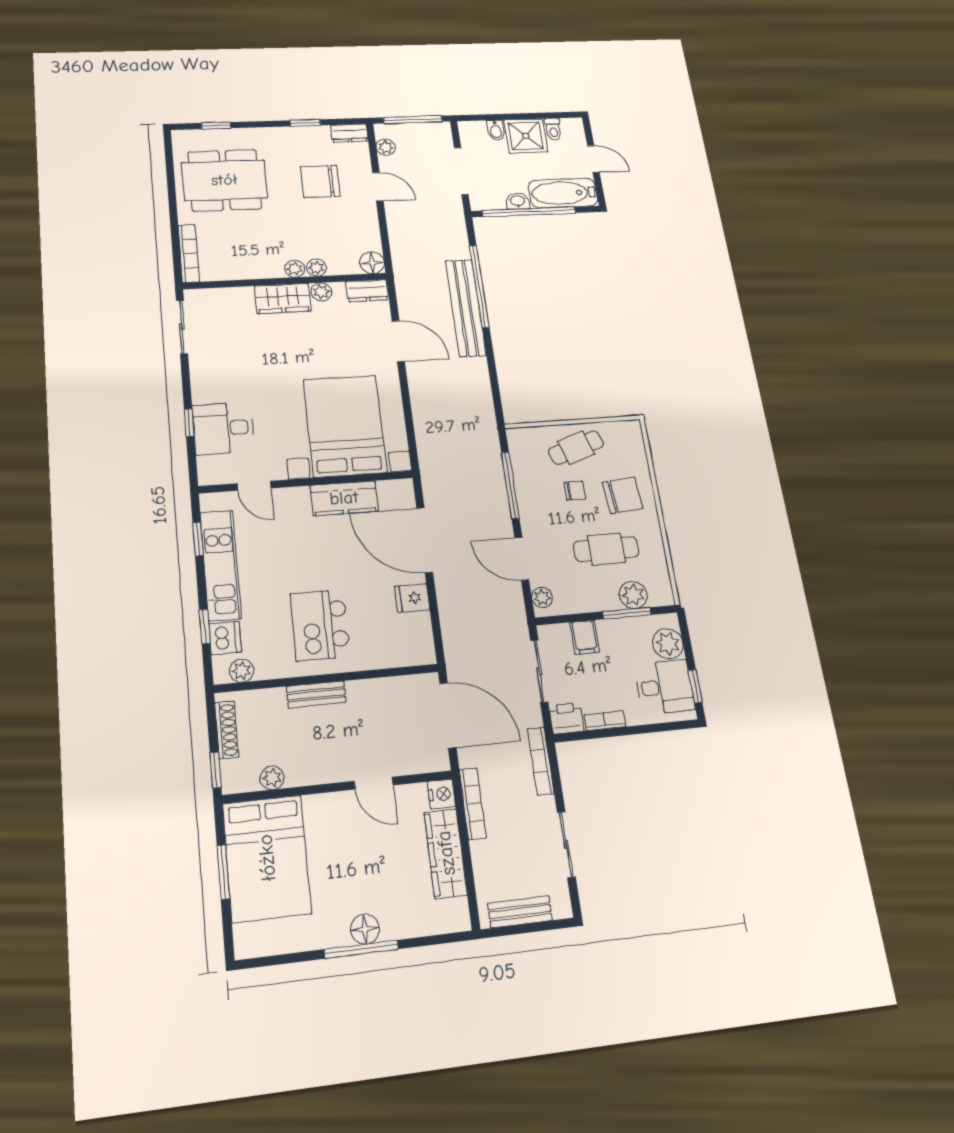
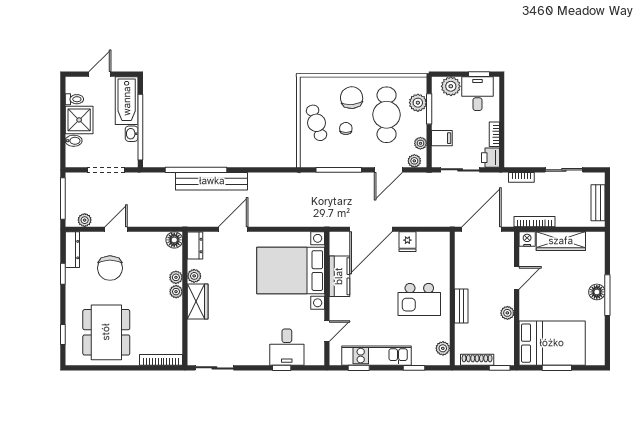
dresser: (349, 133) -> (72, 250), width x1.44
cafe table: (606, 549) -> (387, 115), width x1.37, depth x1.35
plant: (571, 605) -> (420, 143), added
dishwasher: (225, 638) -> (422, 356), removed
bookcase: (541, 761) -> (521, 177), width x0.64
plant: (272, 778) -> (507, 313), moved

